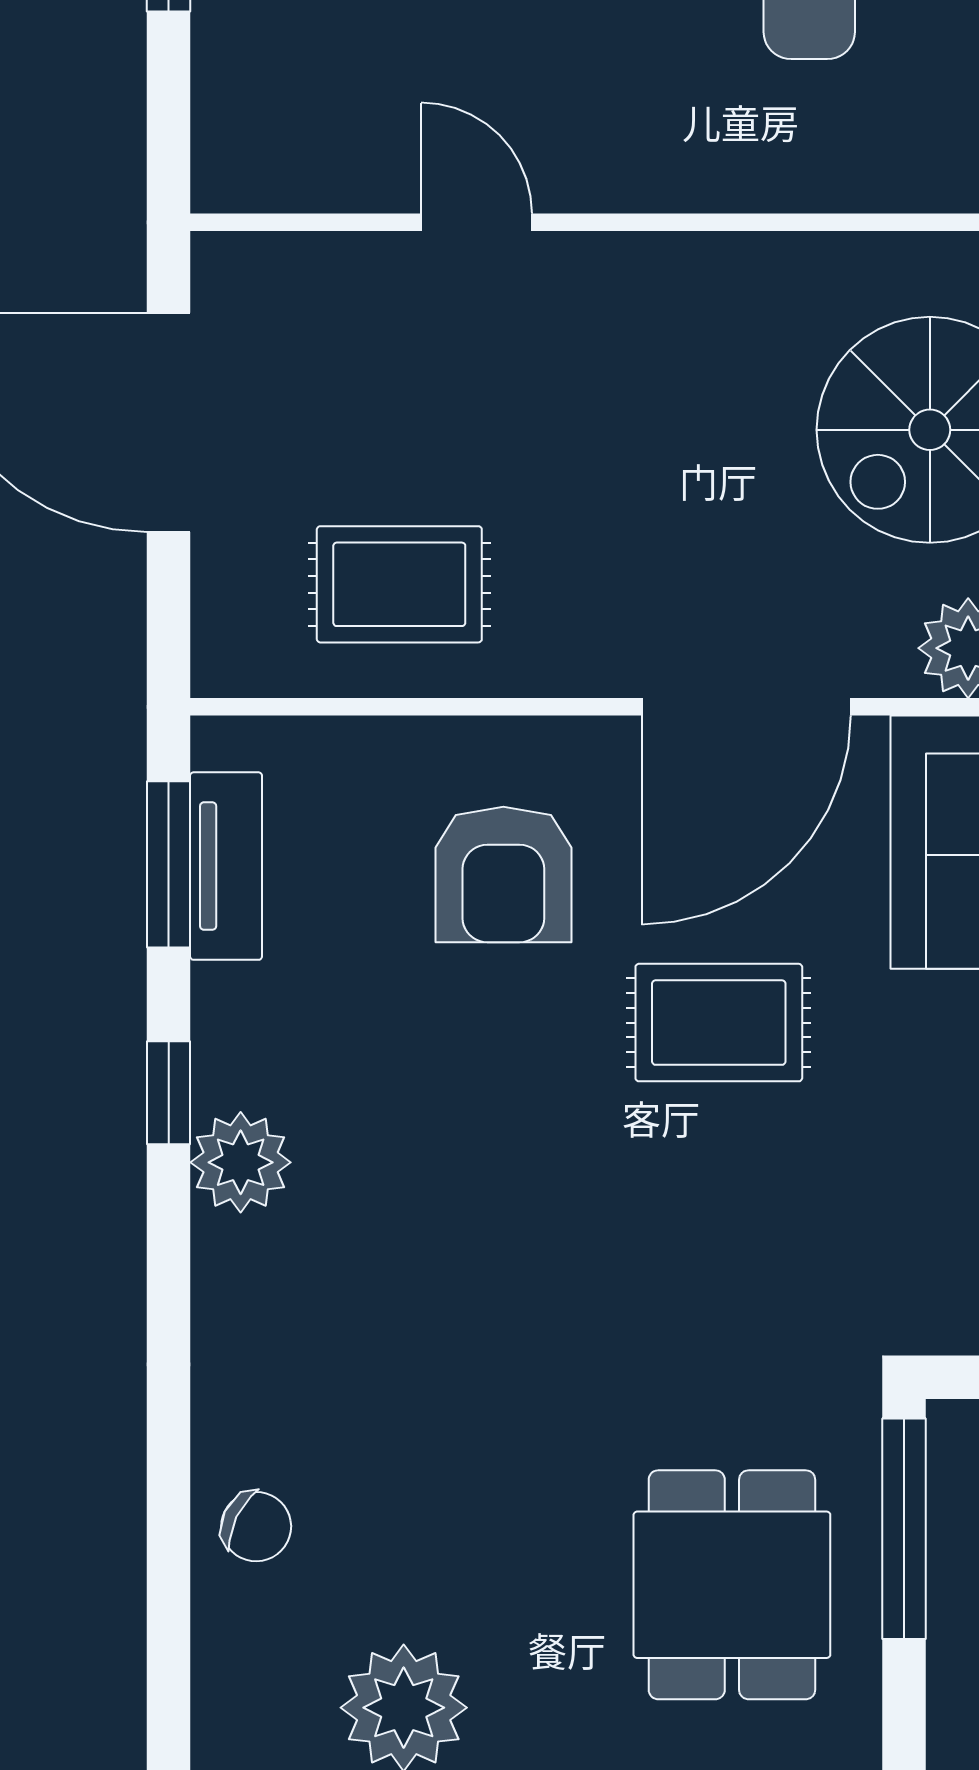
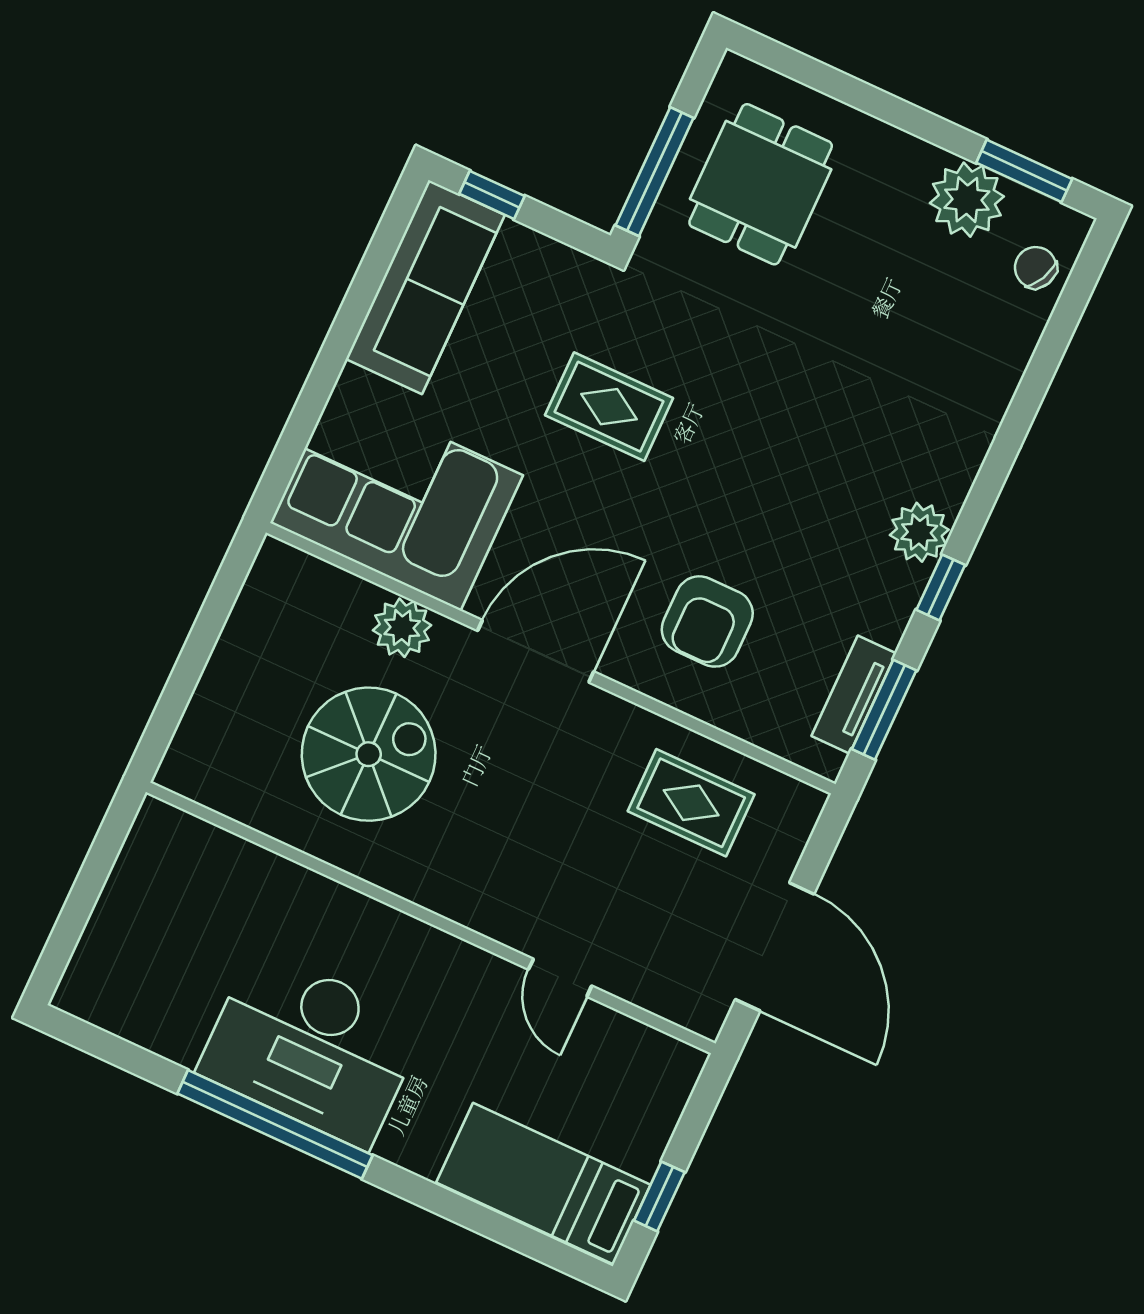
armchair: (503, 875) -> (707, 621), turned 180
rug: (719, 1023) -> (609, 407), moved
chair: (256, 1527) -> (1036, 268), moved

